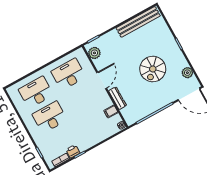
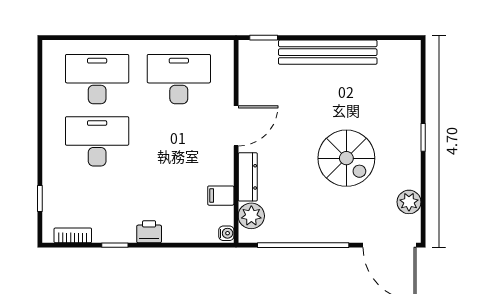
bench: (138, 22) -> (328, 52), moved
plant: (94, 53) -> (251, 216), moved
spiral stairs: (153, 69) -> (346, 158), turned -90
printer: (73, 151) -> (149, 232), moved

